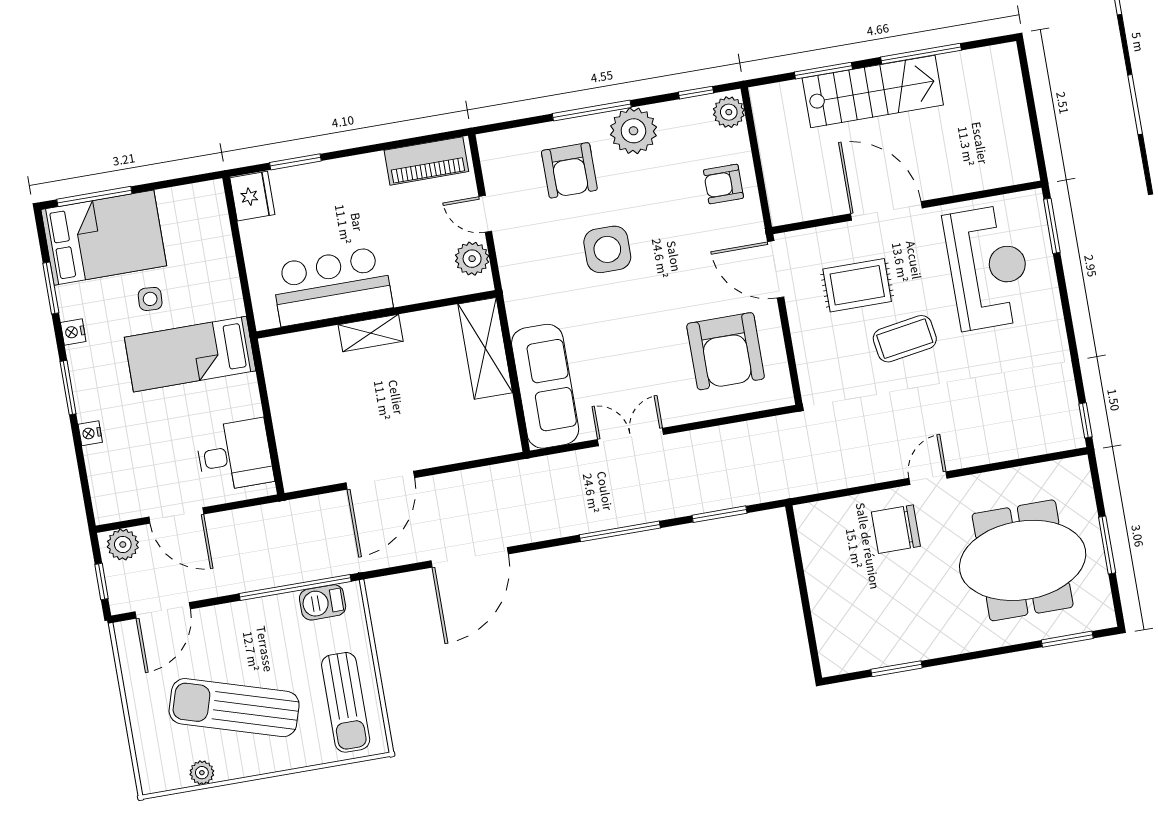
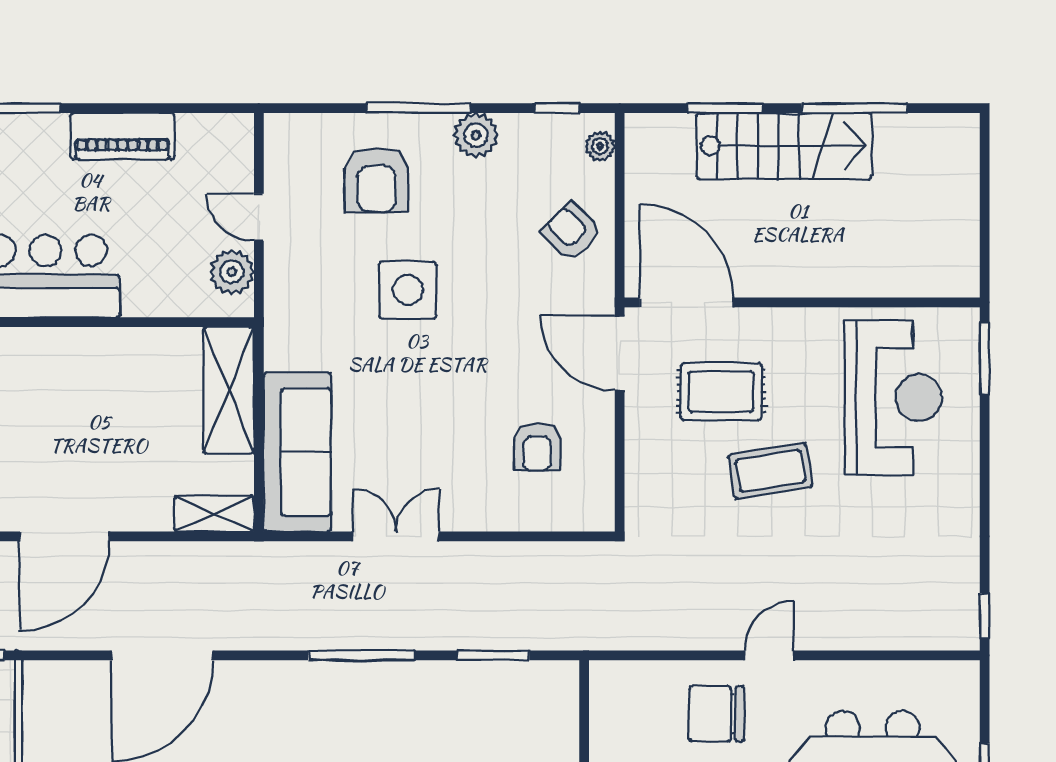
plant: (729, 112) -> (600, 146), width x0.73, depth x0.73
plant: (633, 131) -> (476, 135), width x0.73, depth x0.73
piano: (426, 161) -> (122, 136), moved
armchair: (723, 184) -> (572, 232), turned 44
door: (886, 211) -> (686, 302), moved
shelving: (371, 333) -> (214, 514), moved
armchair: (726, 351) -> (537, 447), width x0.53, depth x0.53

